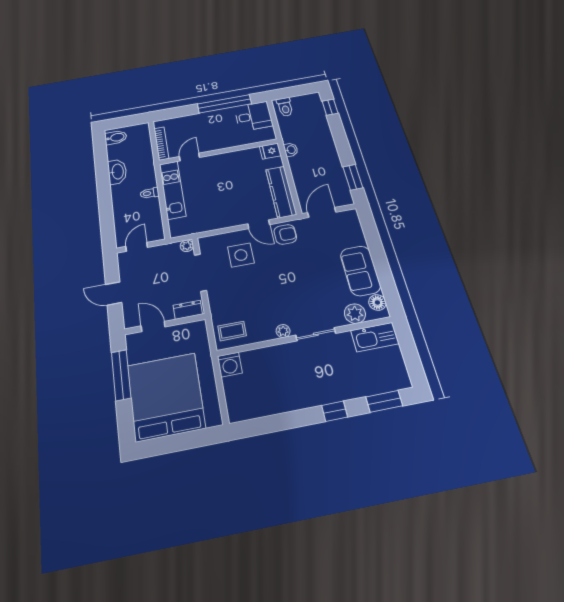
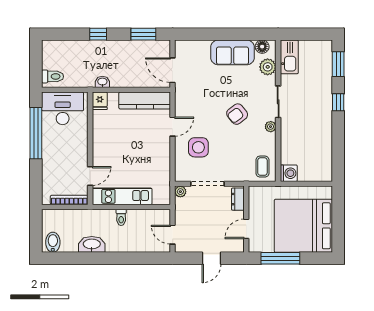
window: (330, 107) -> (98, 34), moved
desk: (253, 116) -> (63, 108), width x1.37
door: (189, 157) -> (90, 176), swing flipped
armchair: (285, 234) -> (237, 114), moved, turned -128

